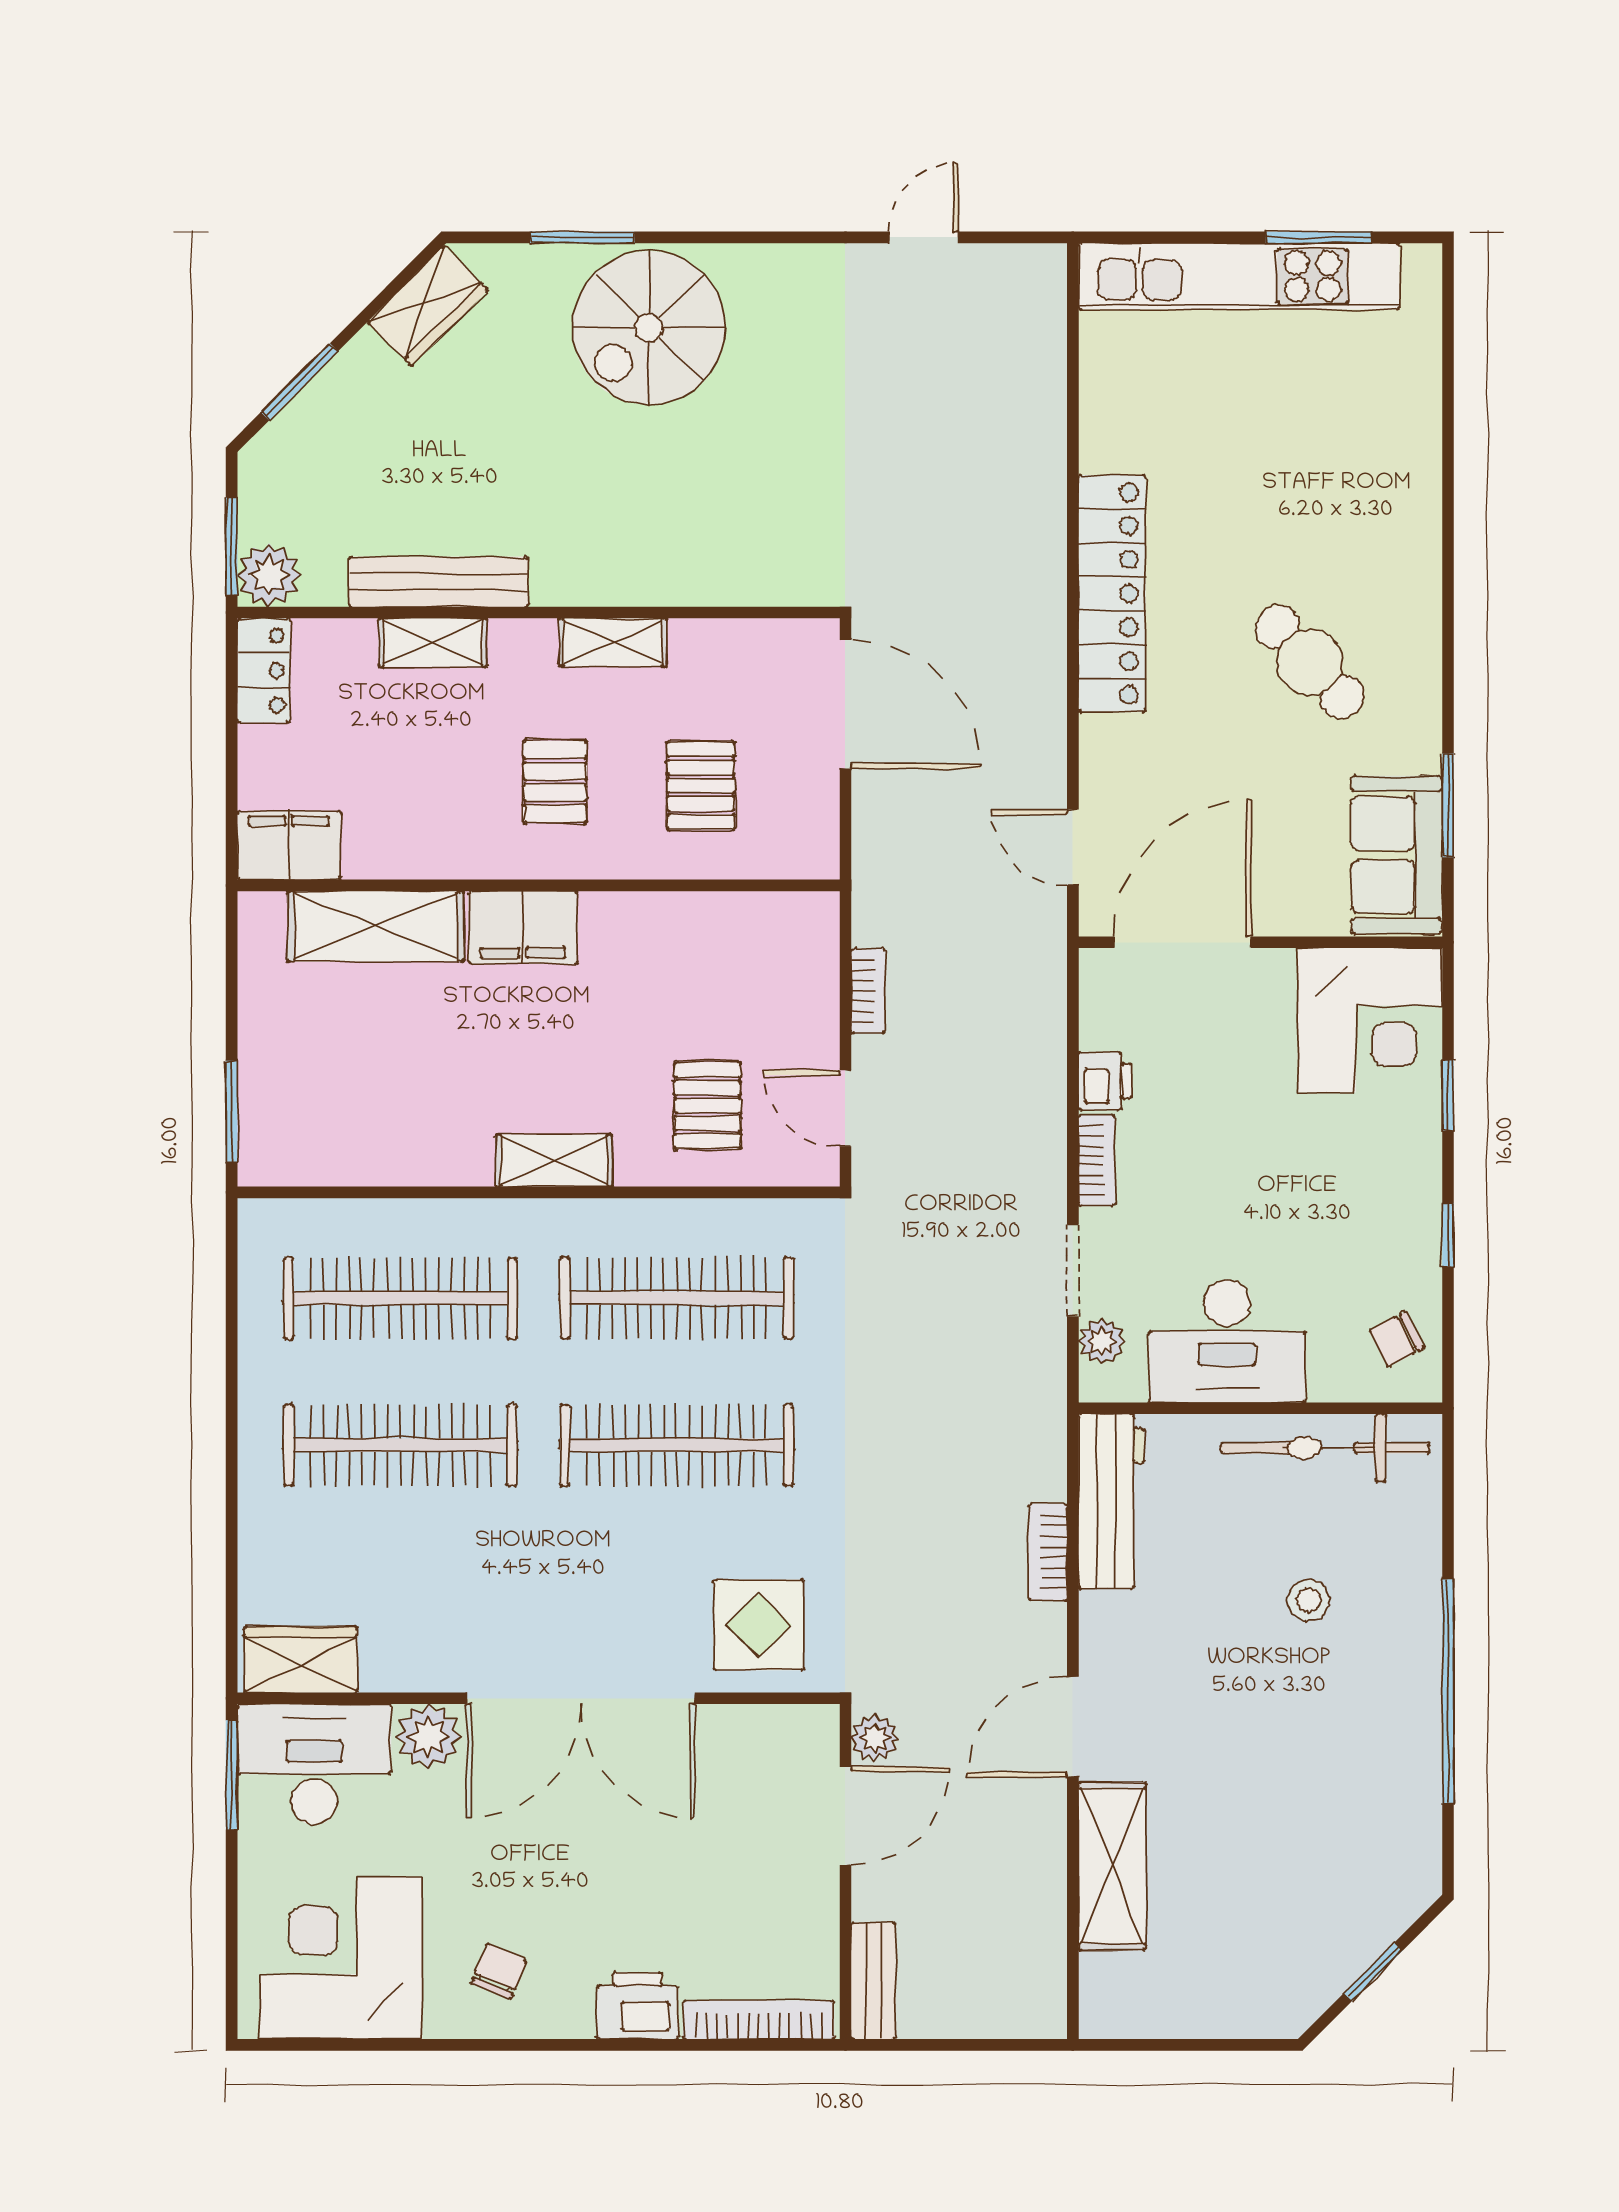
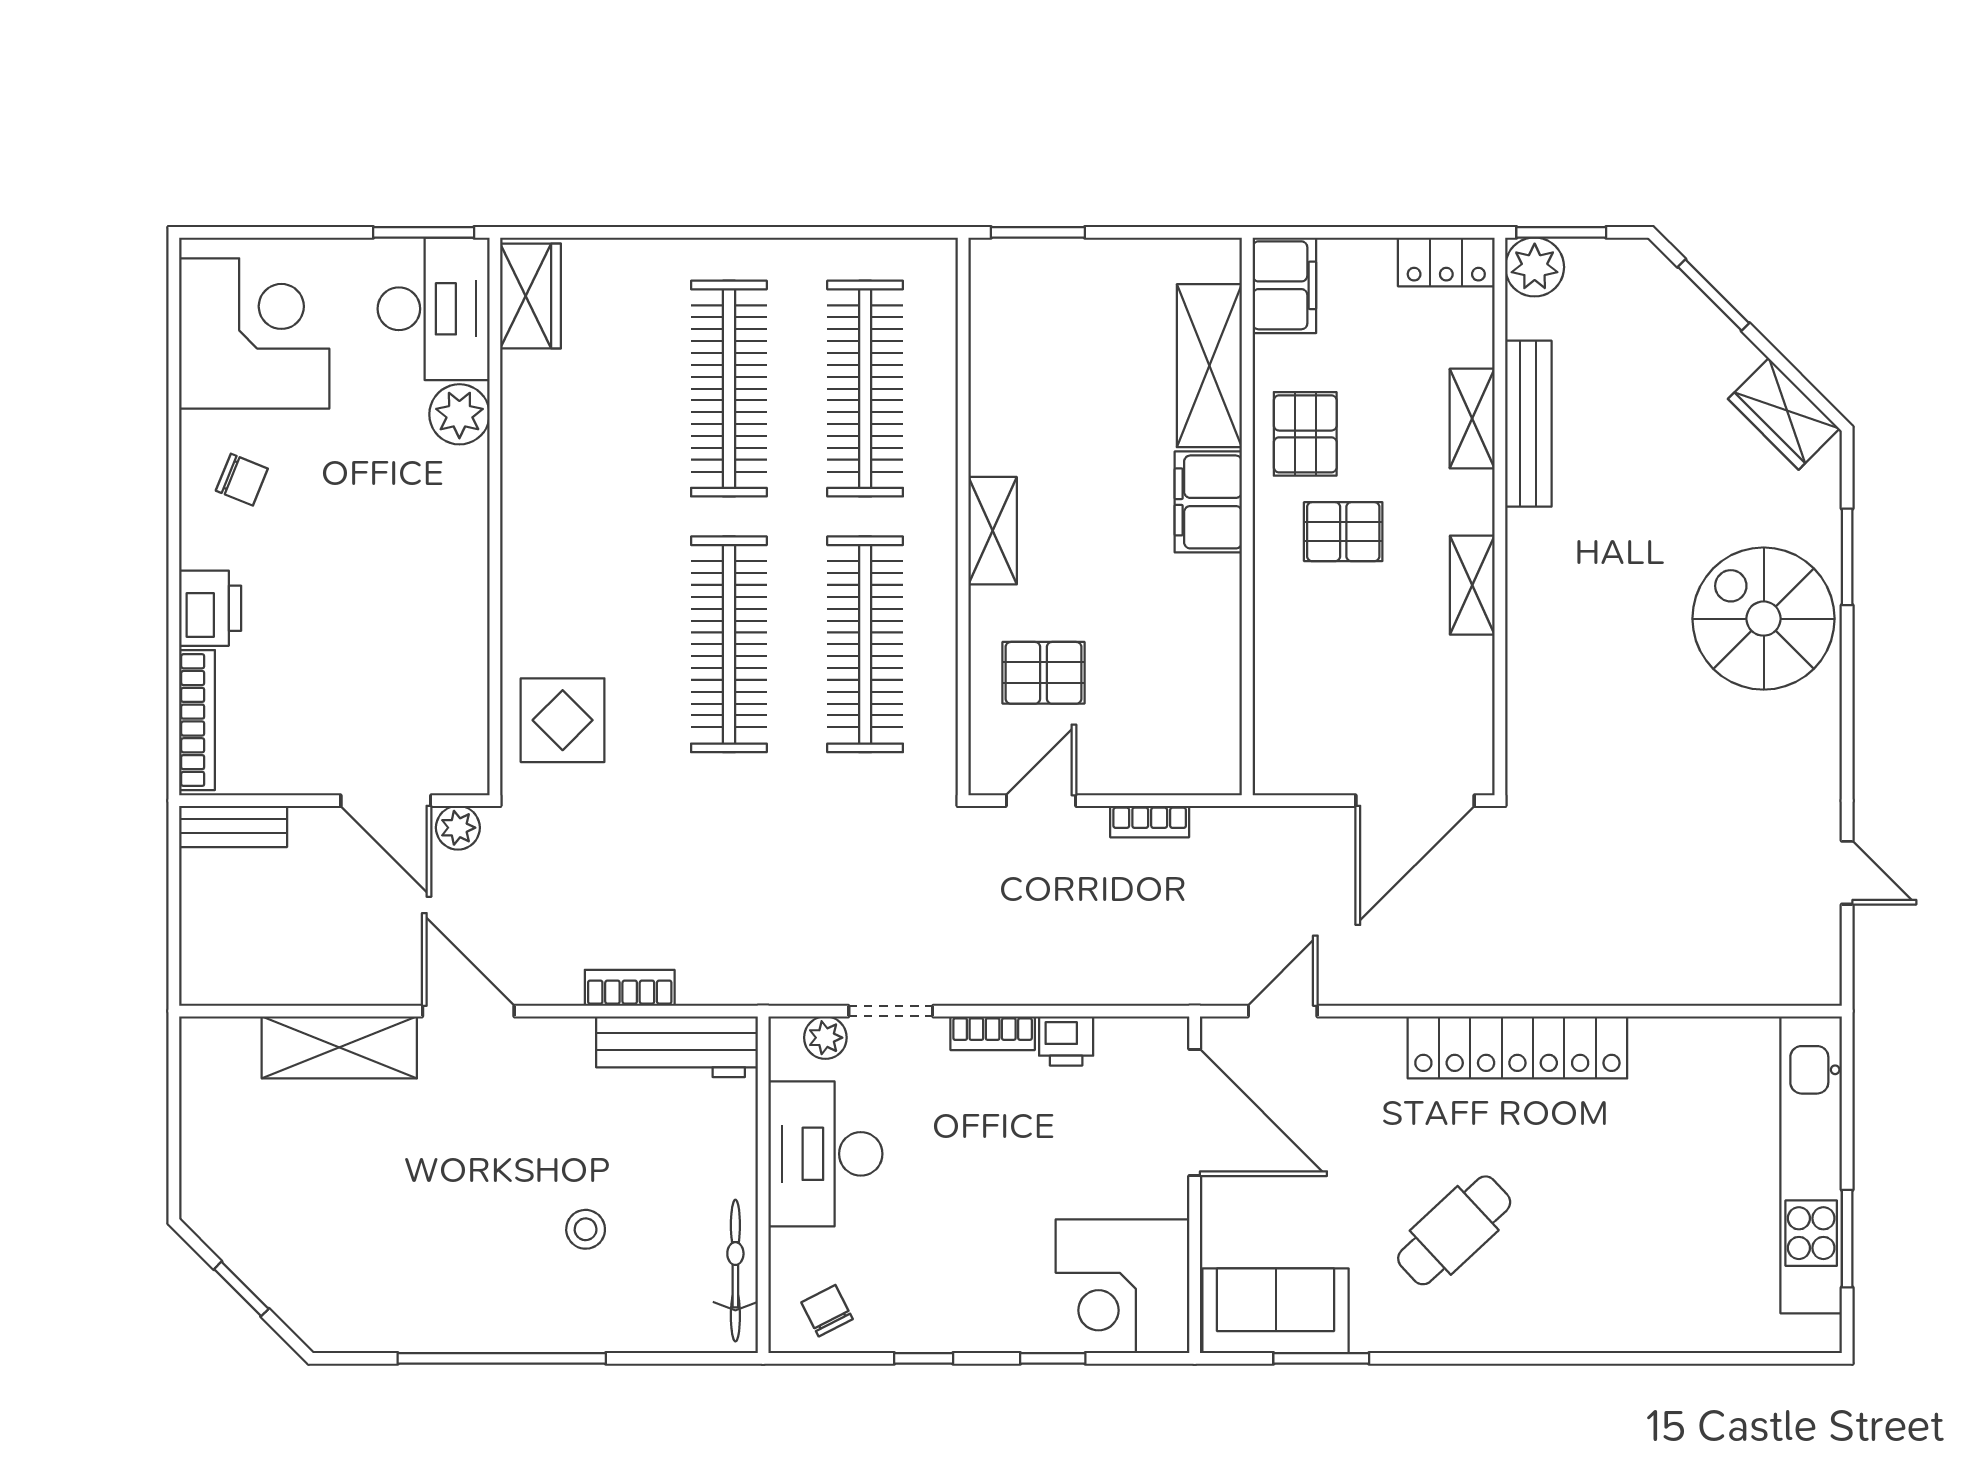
pallet: (701, 786) -> (1305, 434), moved, turned 90
bicycle: (1325, 1448) -> (735, 1271), width x0.73, depth x0.71
double door: (581, 1698) -> (495, 555), removed

